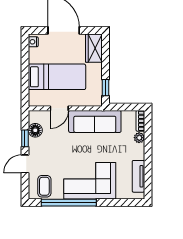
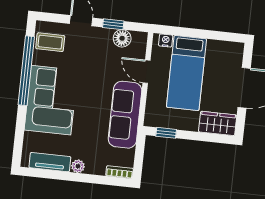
nightstand: (33, 42) -> (166, 40), moved
plant: (139, 138) -> (78, 166), moved

